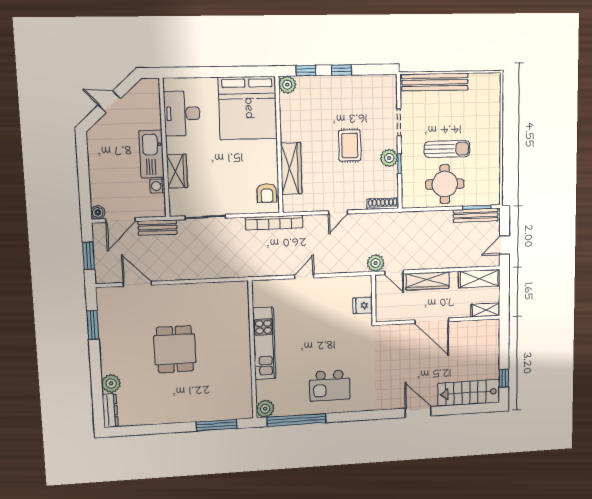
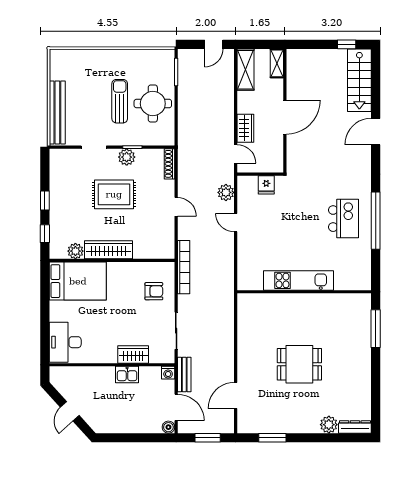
plant: (287, 85) -> (75, 251), moved
bed: (248, 108) -> (78, 281), width x0.73
desk: (182, 114) -> (65, 342), moved, turned 90
rug: (350, 145) -> (114, 194), width x1.36, depth x1.43
kitchen sink: (151, 154) -> (127, 375), width x0.53, depth x0.81
wardrobe: (291, 168) -> (108, 250), moved
washing machine: (157, 186) -> (168, 373), moved
armchair: (267, 193) -> (154, 291), moved
bench: (476, 215) -> (184, 73), removed
door: (504, 245) -> (214, 44), hinge flipped
plant: (376, 263) -> (226, 192), moved
door: (394, 272) -> (236, 154), hinge flipped
door: (304, 276) -> (236, 223), moved
wardrobe: (427, 281) -> (245, 128), width x0.67
plant: (265, 409) -> (363, 282), removed
window: (296, 420) -> (376, 221), moved

